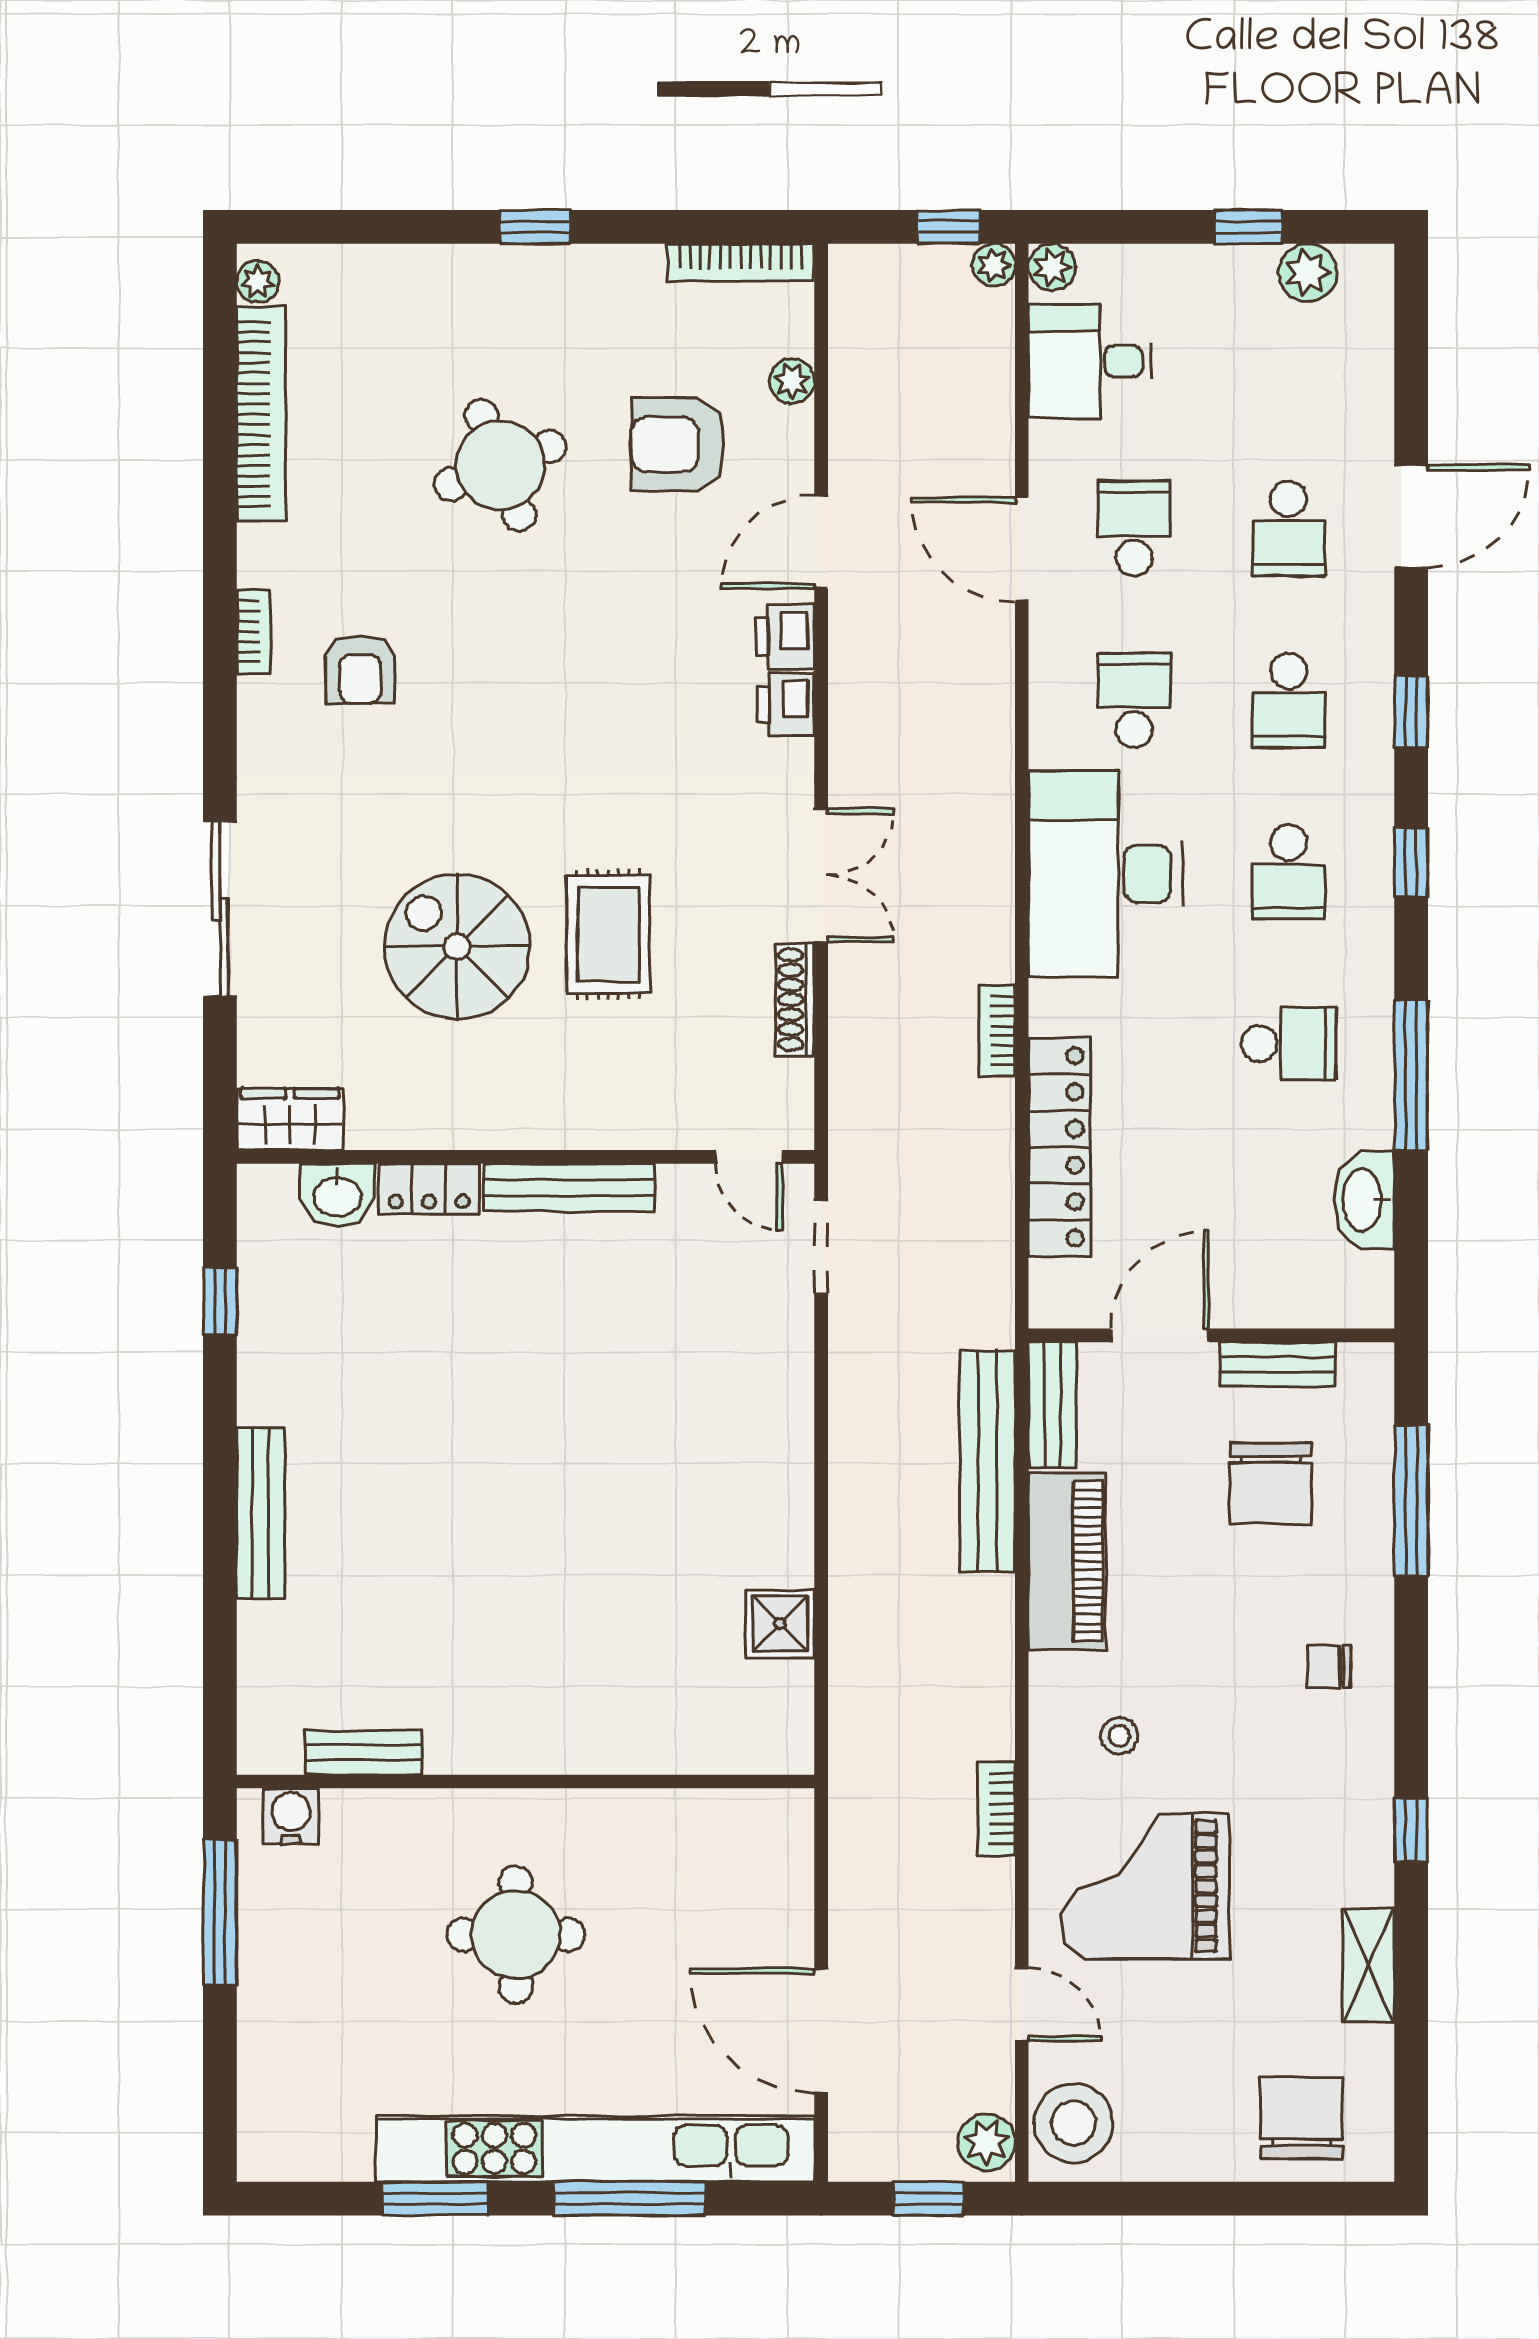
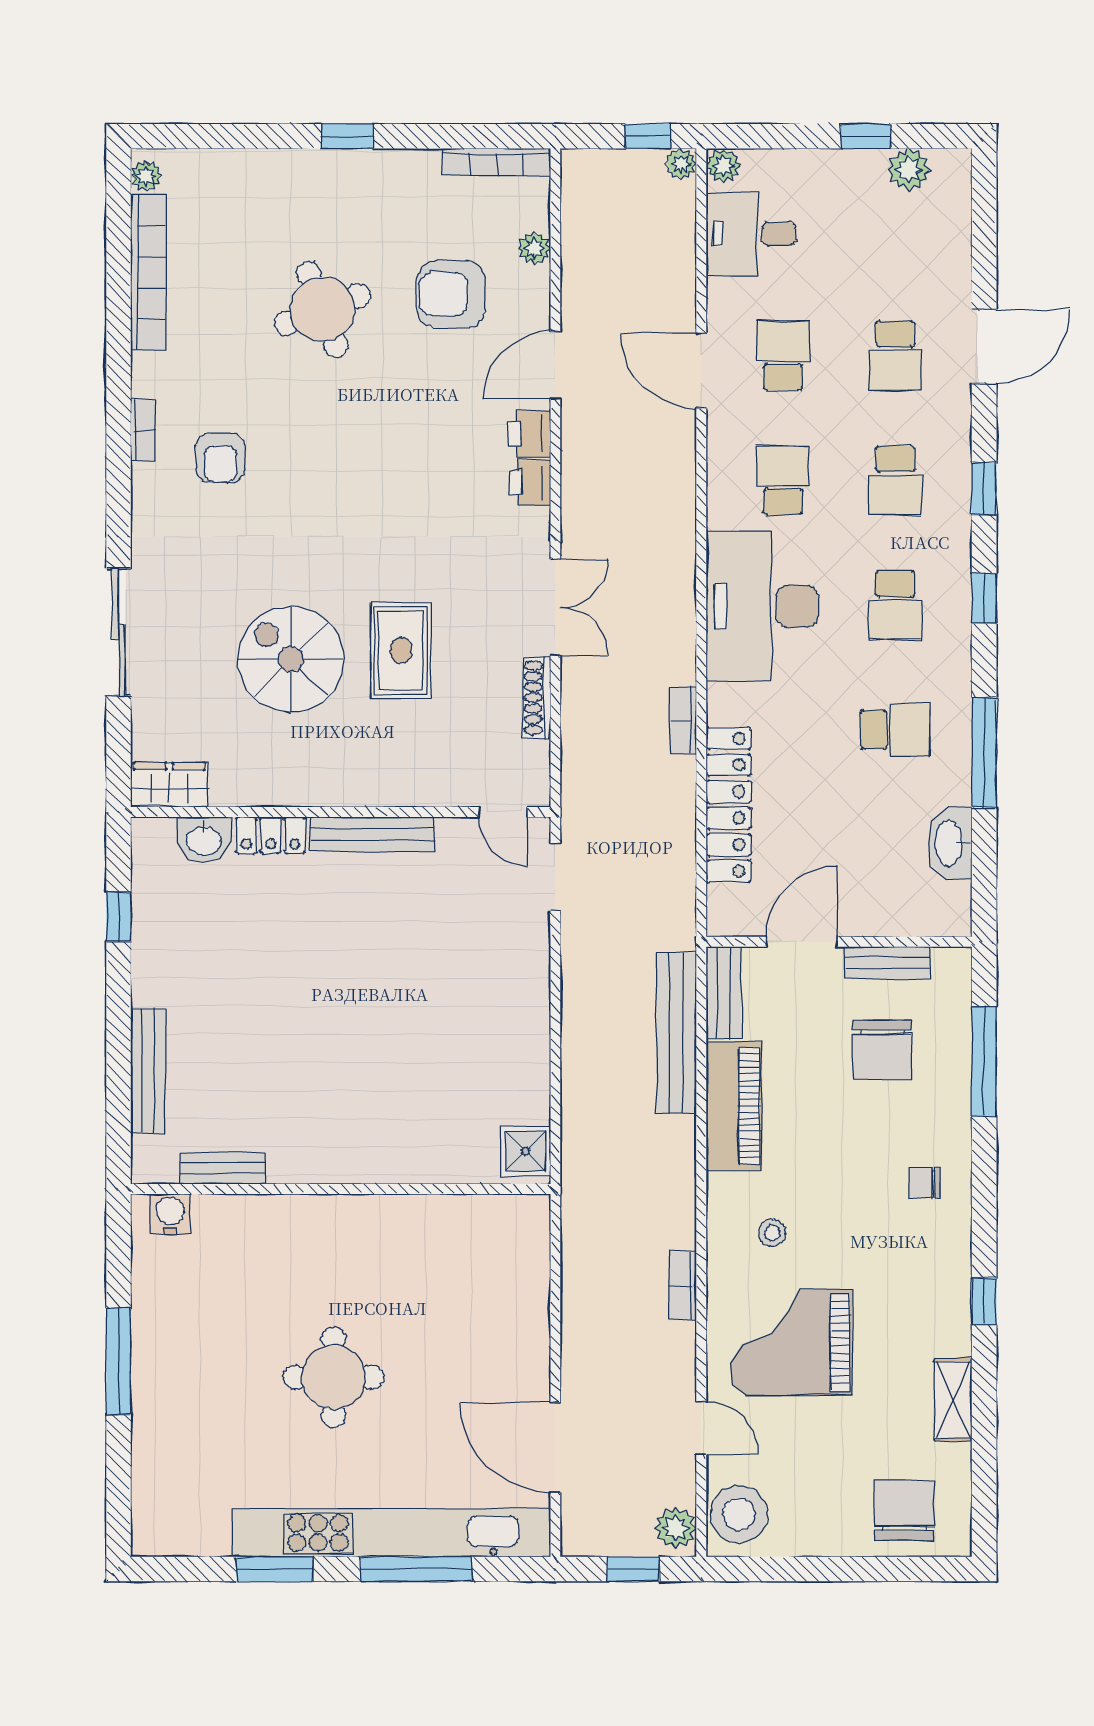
bench: (364, 1753) -> (223, 1168), moved
wall: (526, 1781) -> (341, 1189), moved
water cooler: (291, 1816) -> (170, 1214), moved

